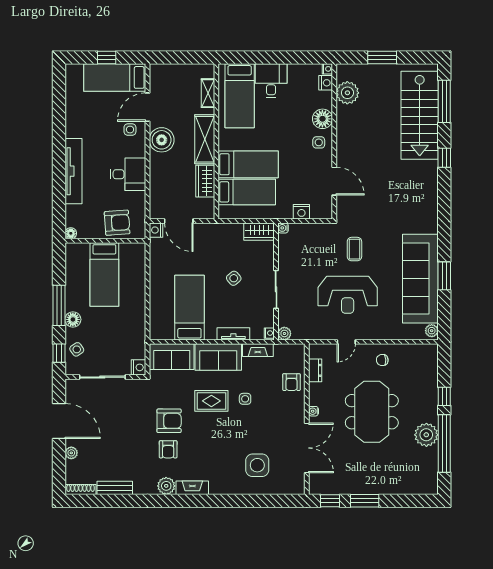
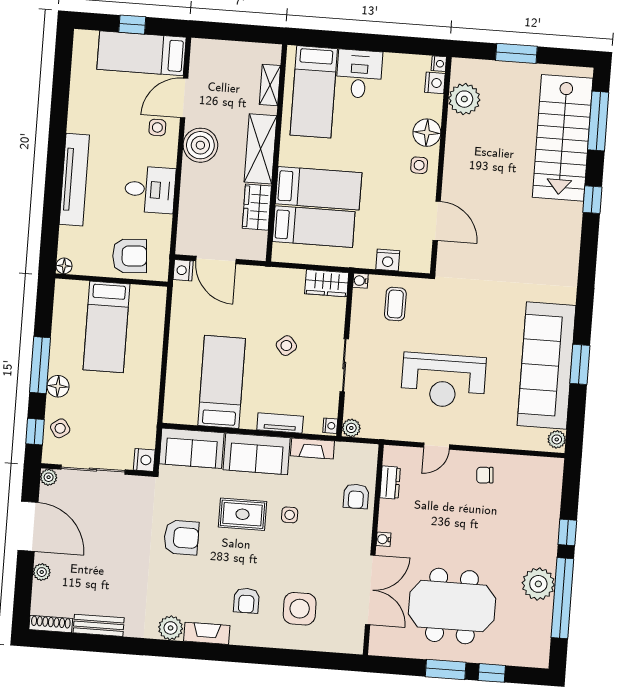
coffee table: (354, 249) -> (395, 304), moved
plant: (71, 385) -> (49, 477), added
meeting table: (372, 412) -> (452, 606), moved, turned 90
armchair: (168, 449) -> (246, 601), moved
window: (330, 501) -> (492, 673), moved

